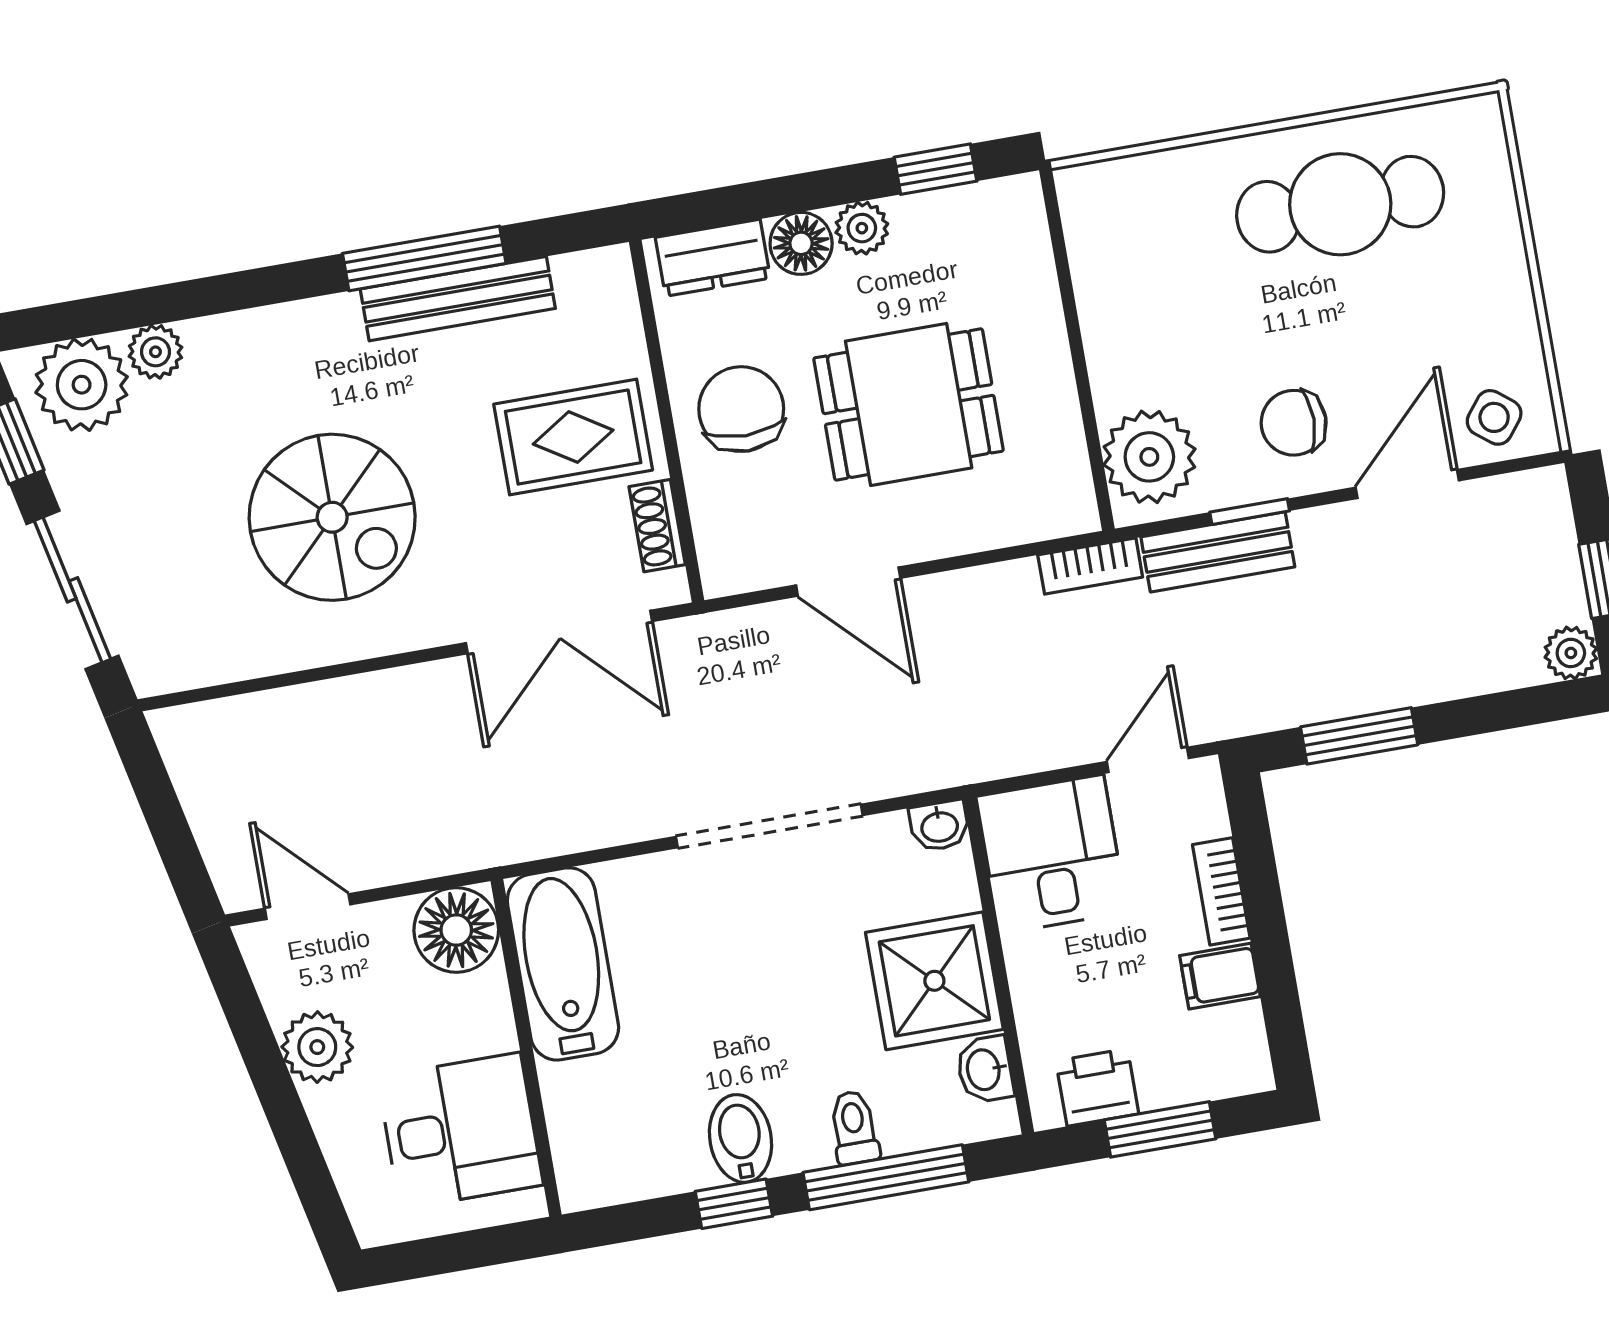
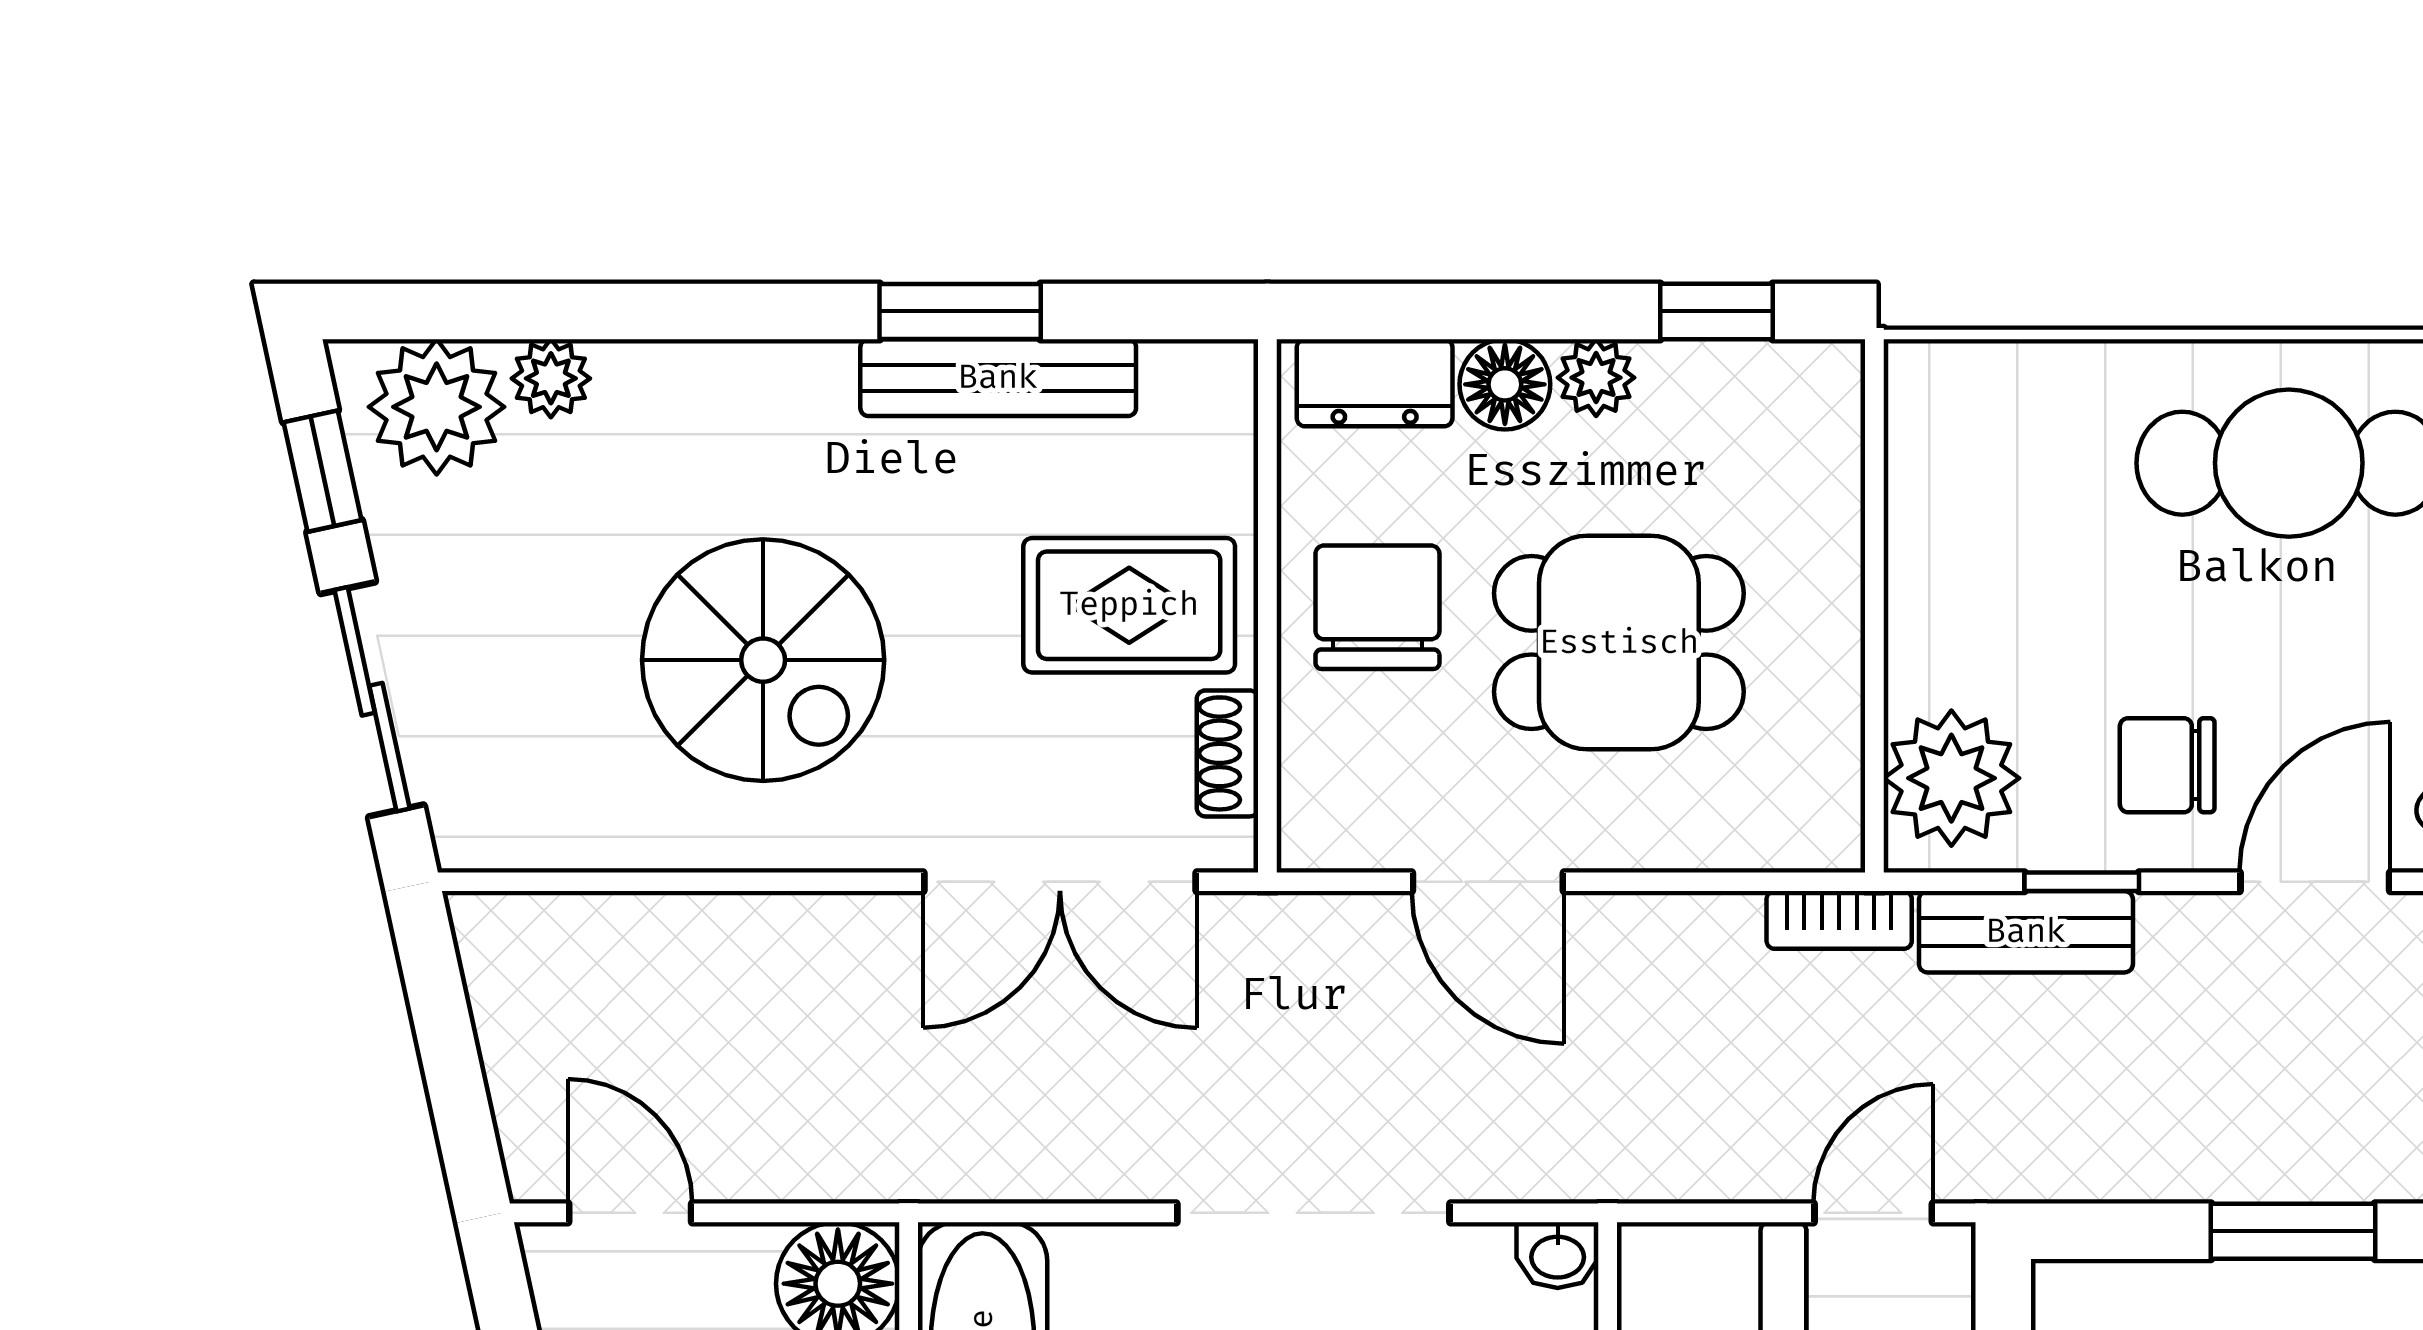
window: (424, 258) -> (960, 311), width x0.69
window: (1359, 736) -> (2293, 1231), moved

